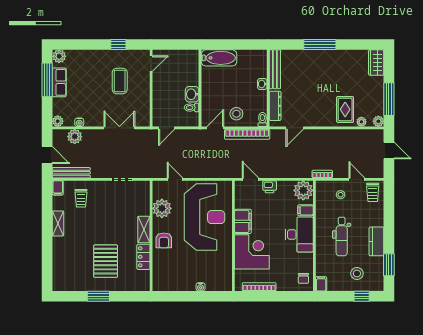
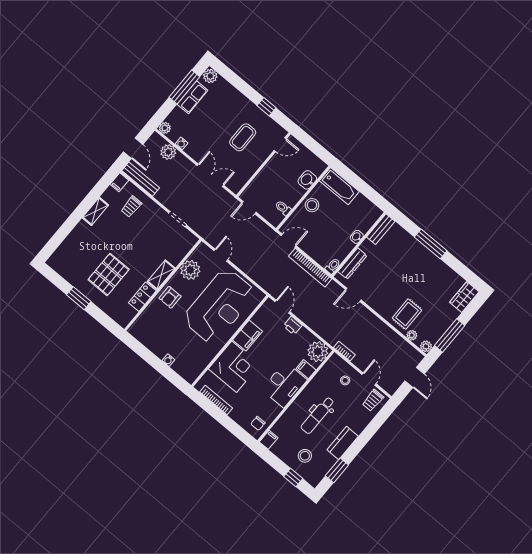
bench: (275, 69) -> (381, 229), width x0.73
washbasin: (192, 94) -> (307, 180), moved
stool: (236, 114) -> (312, 205), moved

